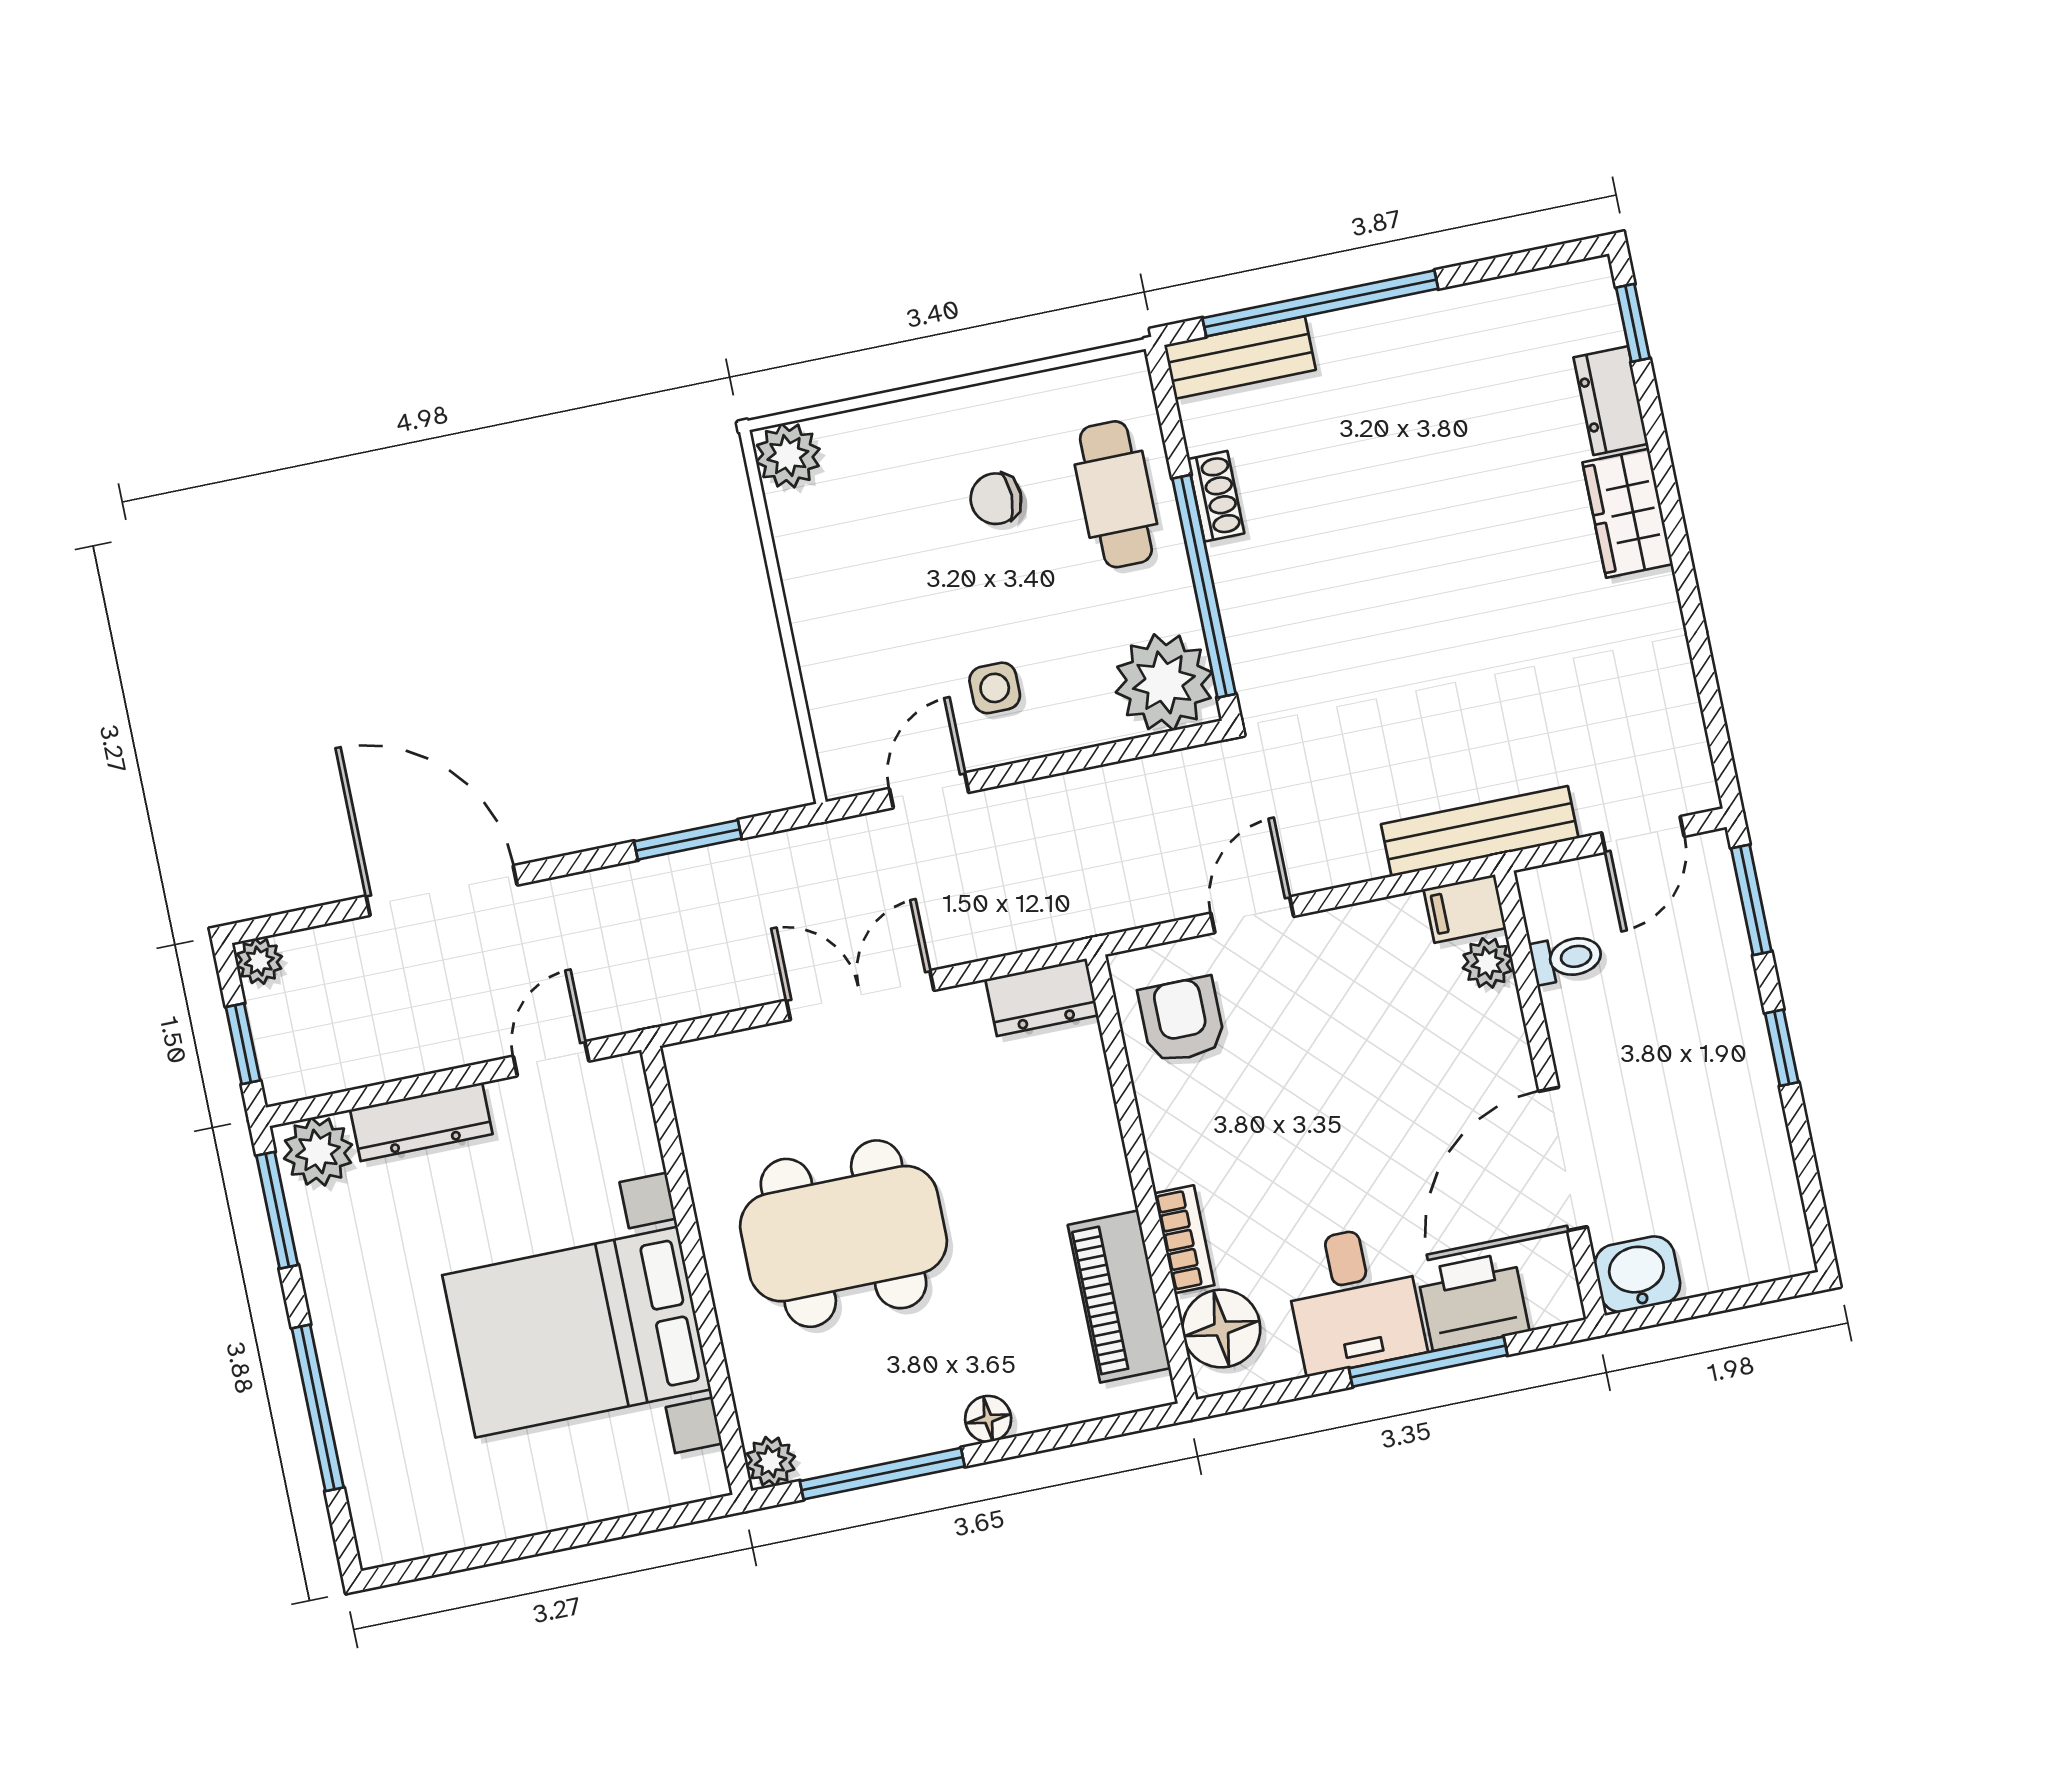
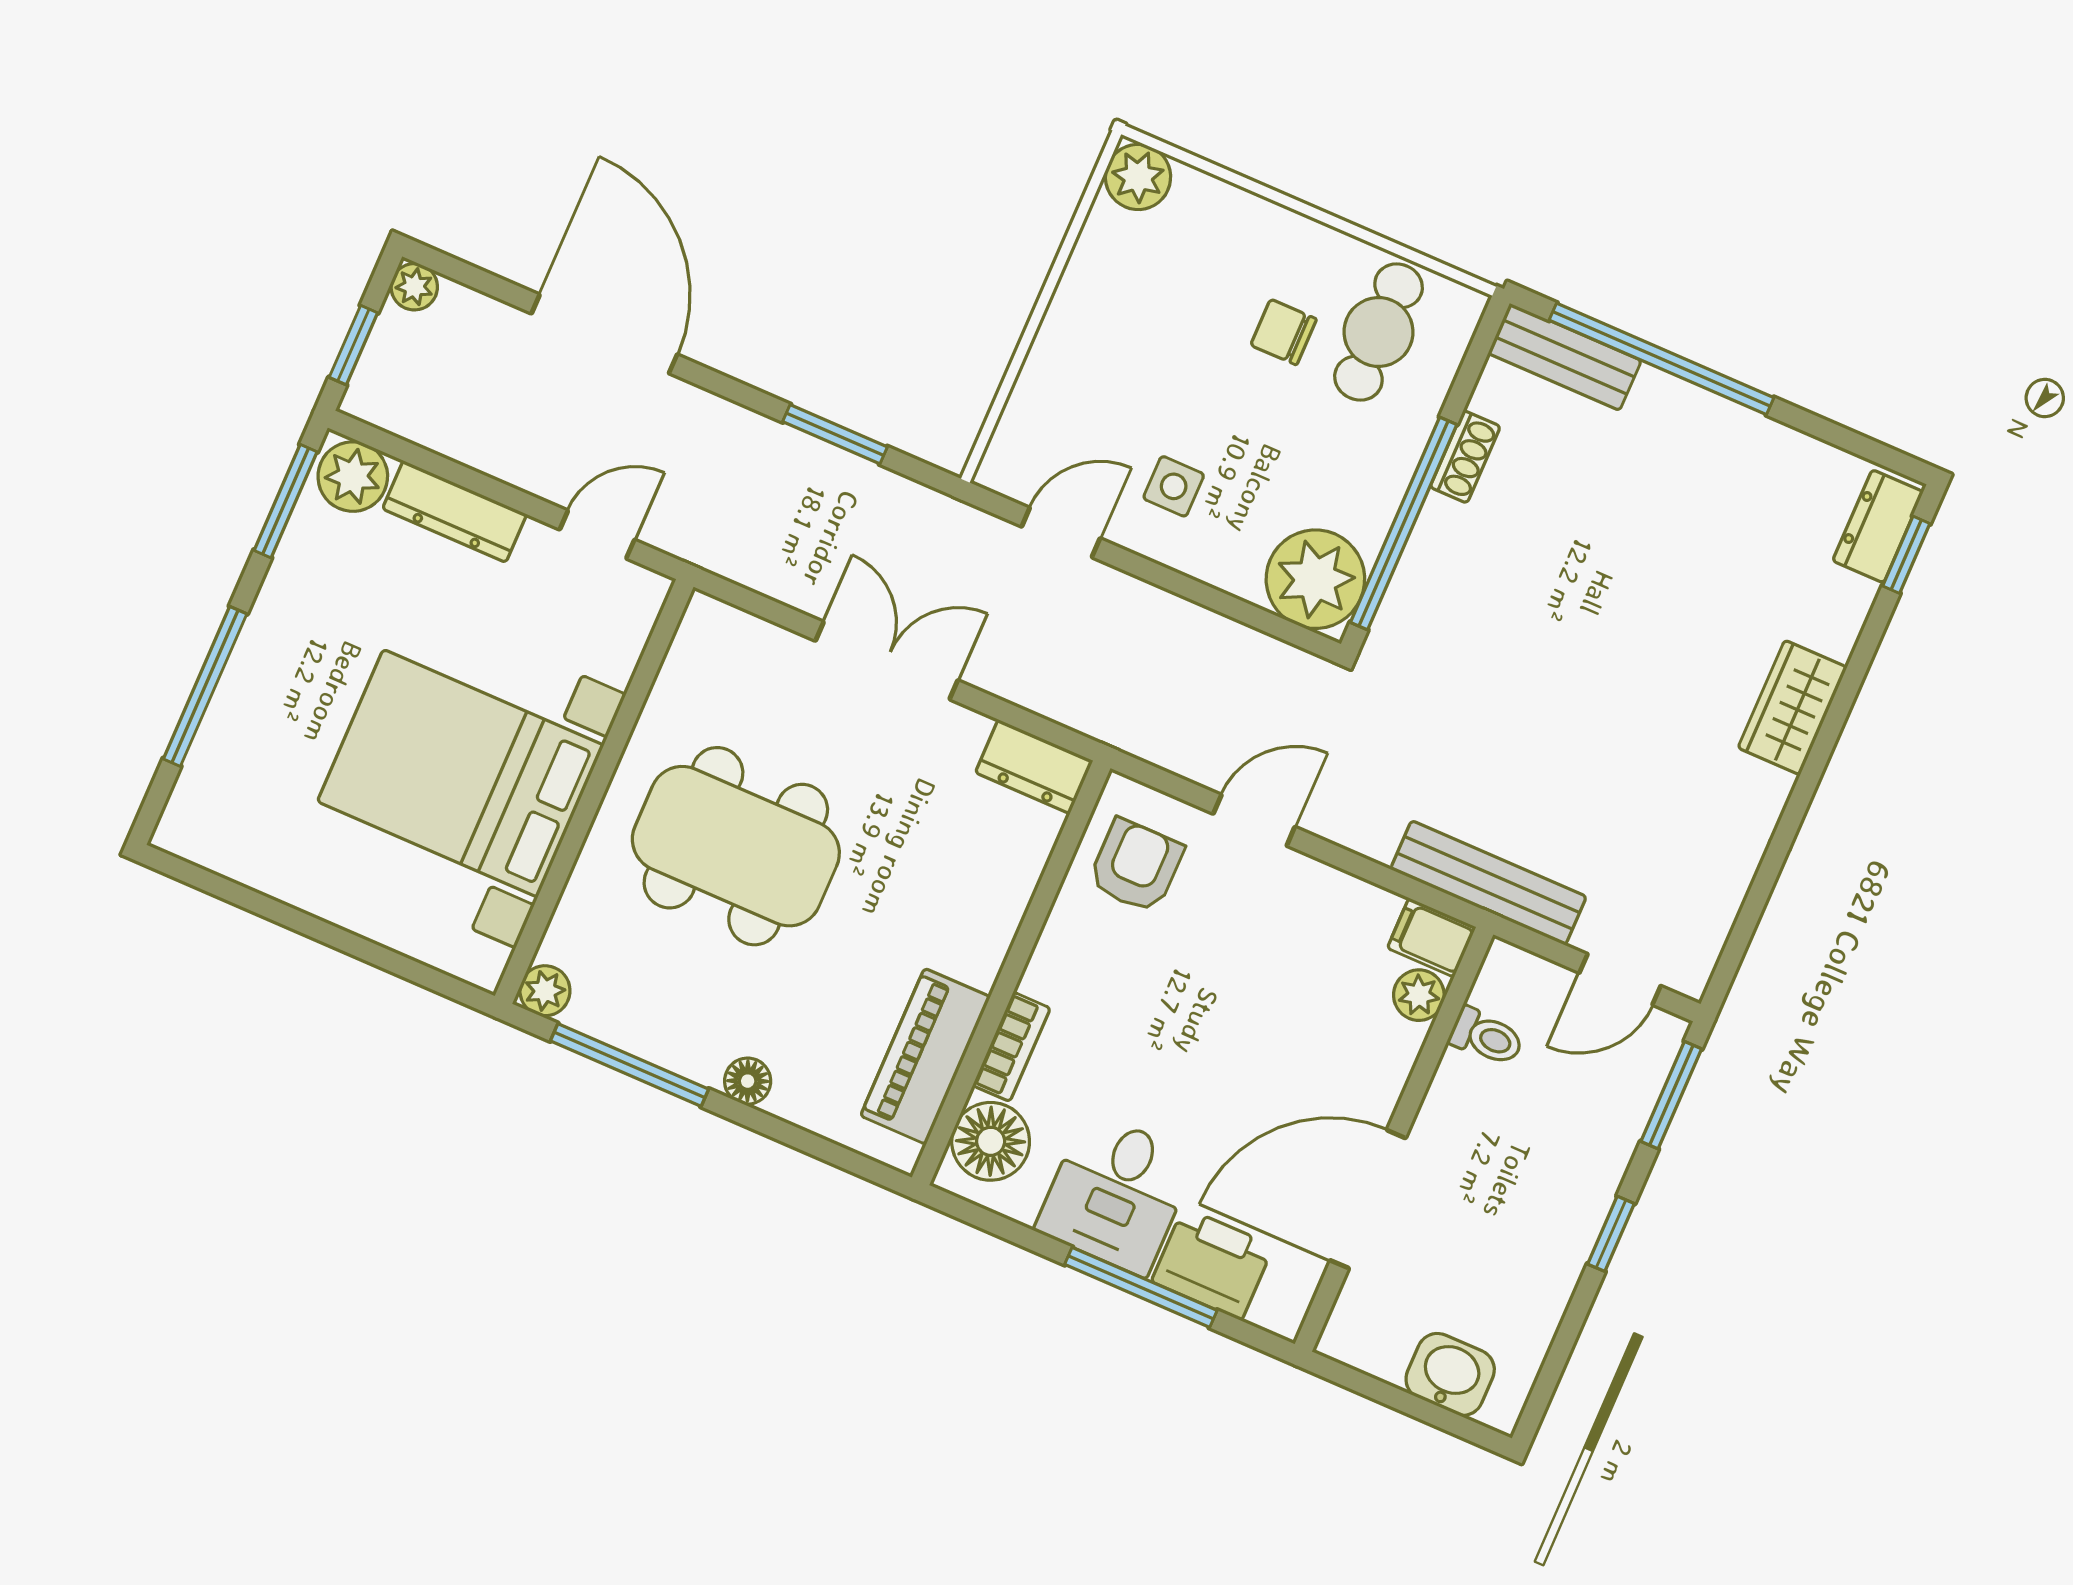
dresser: (1611, 401) -> (1878, 526), moved
cafe table: (1116, 494) -> (1379, 332), moved
washbasin: (1637, 1274) -> (1450, 1374), moved

